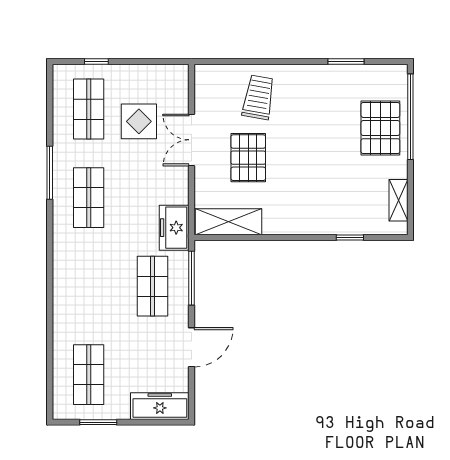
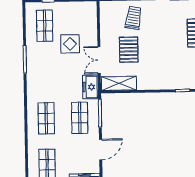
display table: (139, 121) -> (70, 44), moved
double door: (191, 140) -> (99, 60), moved
shop shelf: (89, 198) -> (46, 118), moved

